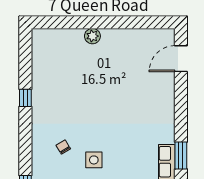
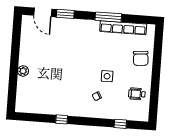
window: (181, 92) -> (65, 14), added
window: (181, 155) -> (108, 17), width x1.44

